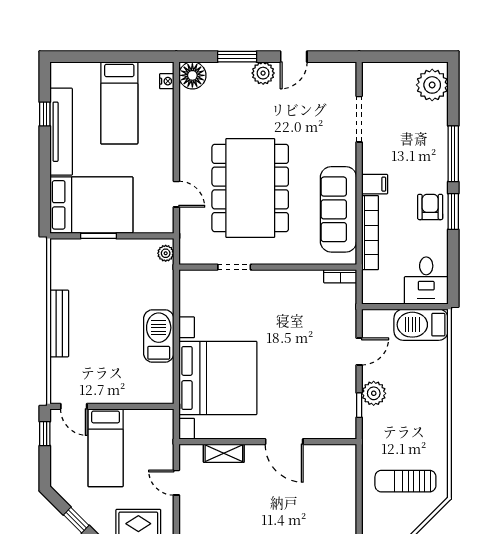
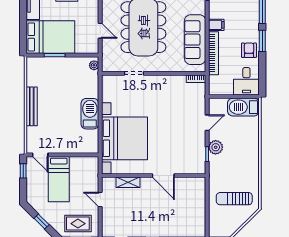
armchair: (430, 207) -> (249, 50), moved

